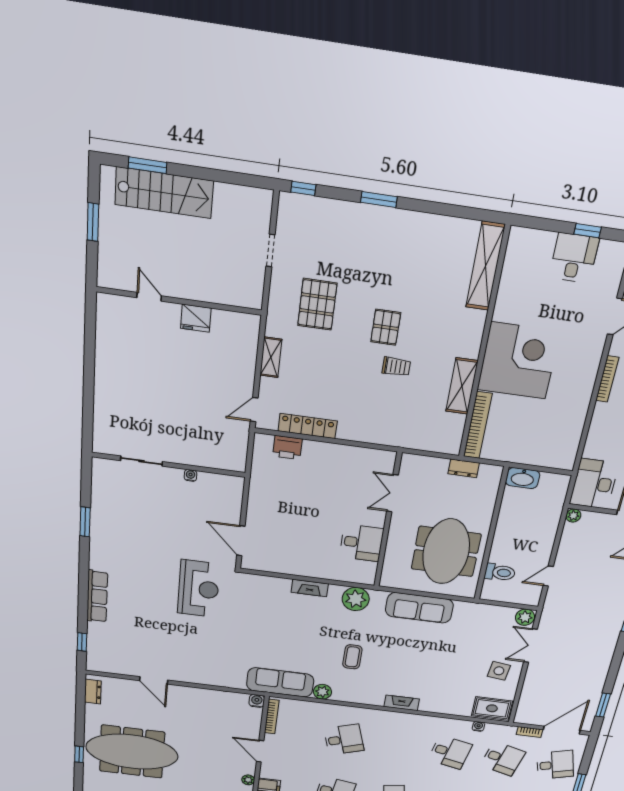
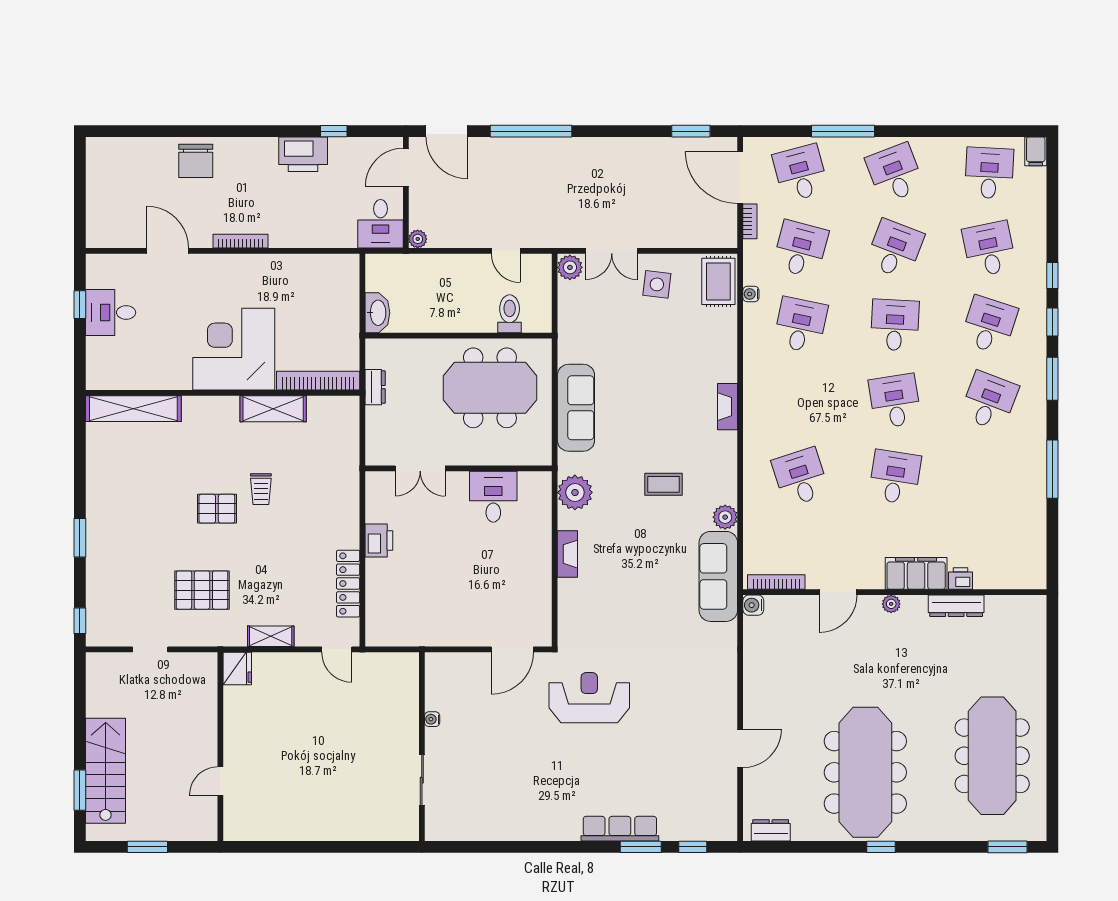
fridge: (196, 318) -> (237, 669), moved
trolley: (396, 367) -> (261, 489), turned 180
printer: (287, 447) -> (379, 541), moved
desk: (594, 484) -> (380, 224), width x0.73
window: (85, 522) -> (641, 847), moved

